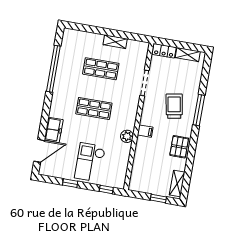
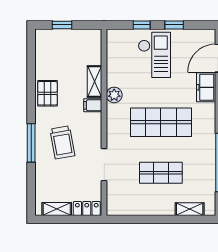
shelving: (115, 42) -> (190, 209), moved
shop shelf: (94, 108) -> (161, 122), width x1.43, depth x1.36
shelving: (177, 184) -> (95, 82), moved
window: (106, 189) -> (142, 25), moved

